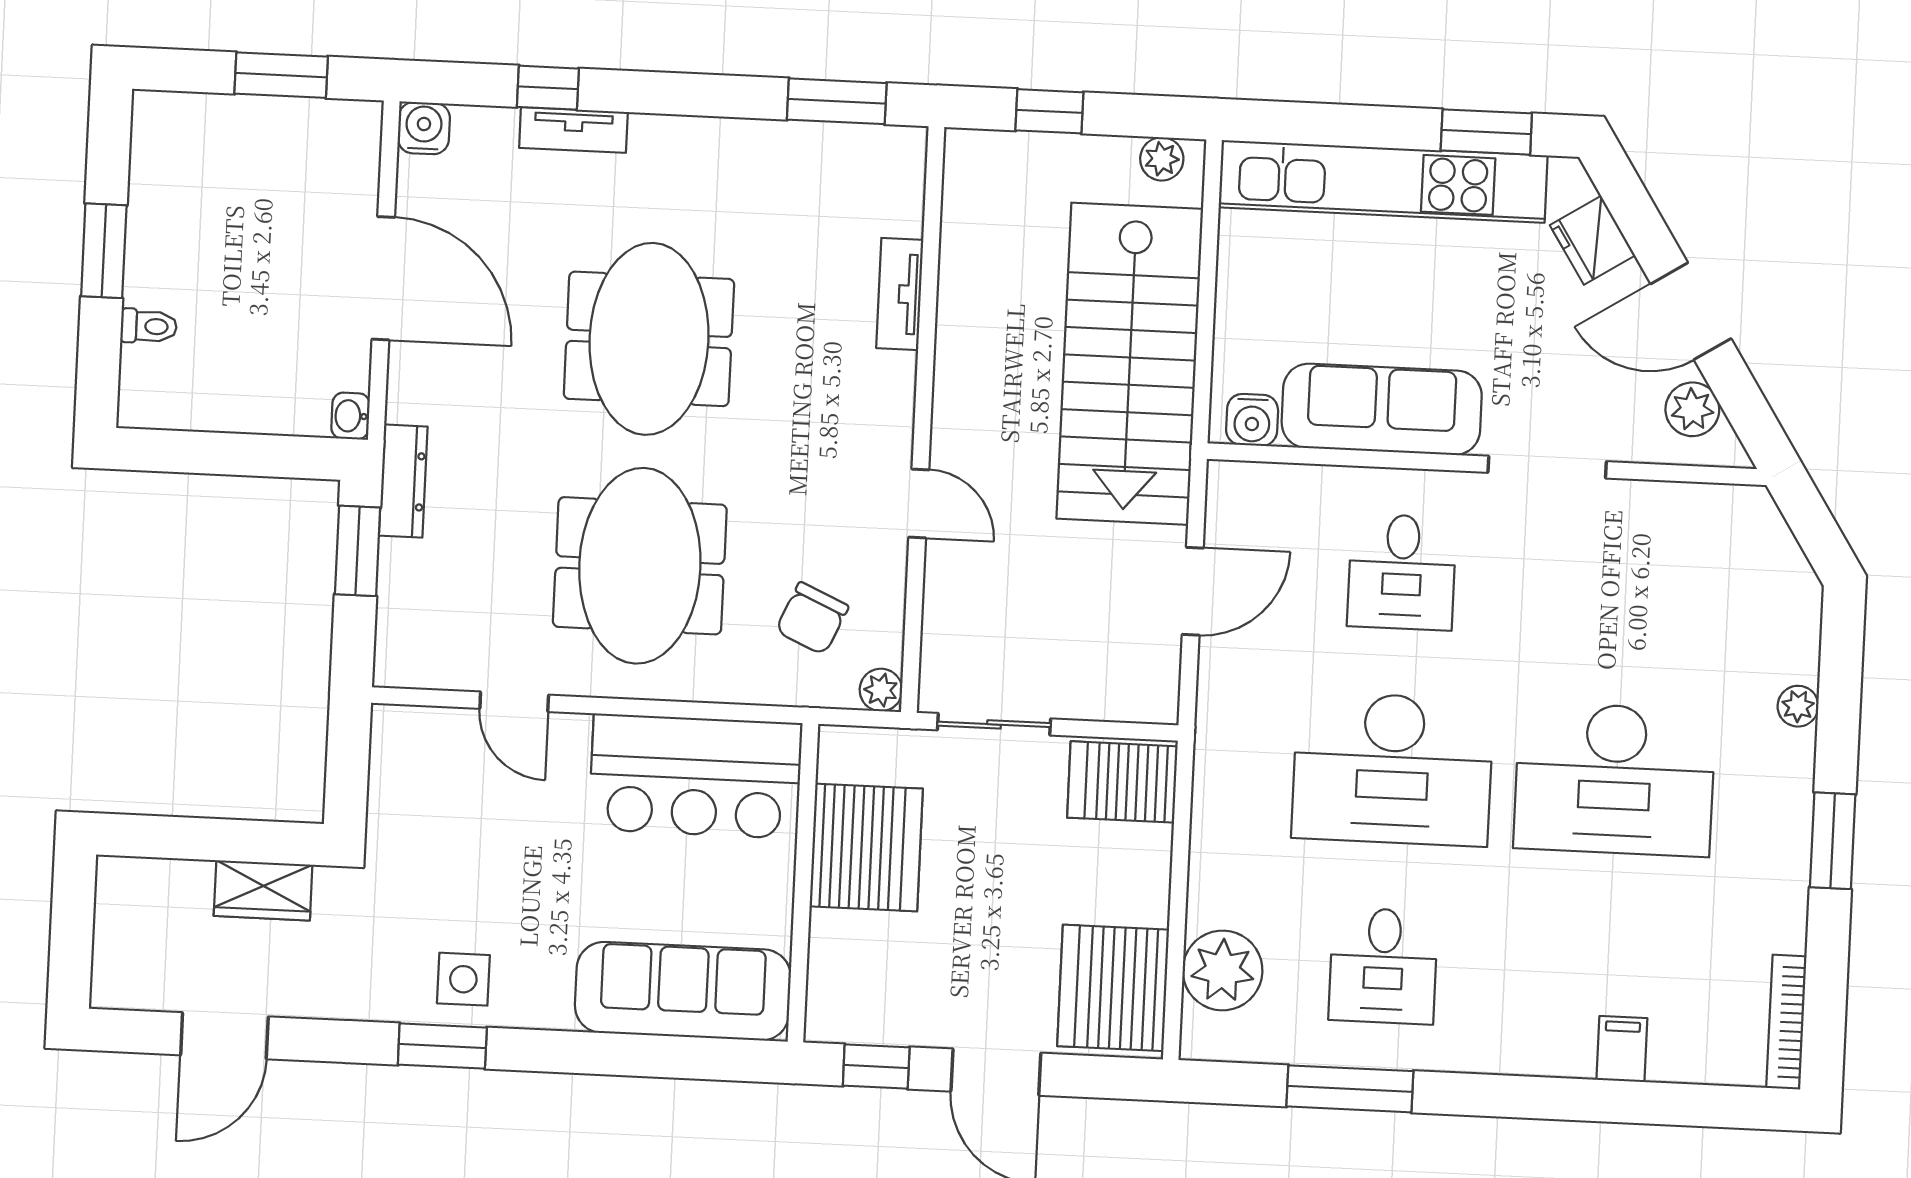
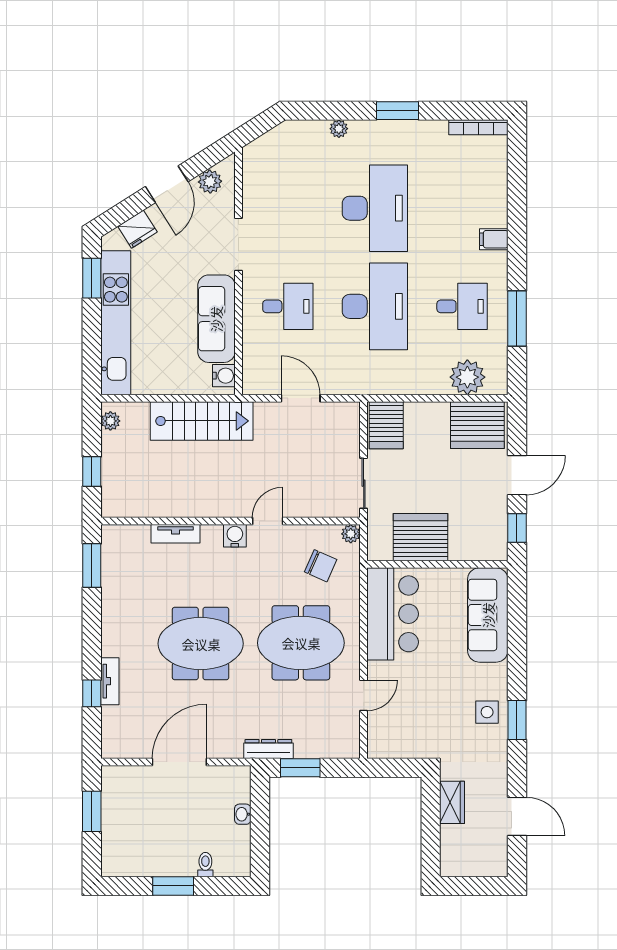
water cooler: (424, 128) -> (235, 536), moved, turned 90
stairs: (1130, 364) -> (202, 421), width x0.73, depth x0.66
washbasin: (350, 416) -> (243, 814), moved, turned 90
filing cabinet: (1622, 1049) -> (494, 239), moved

